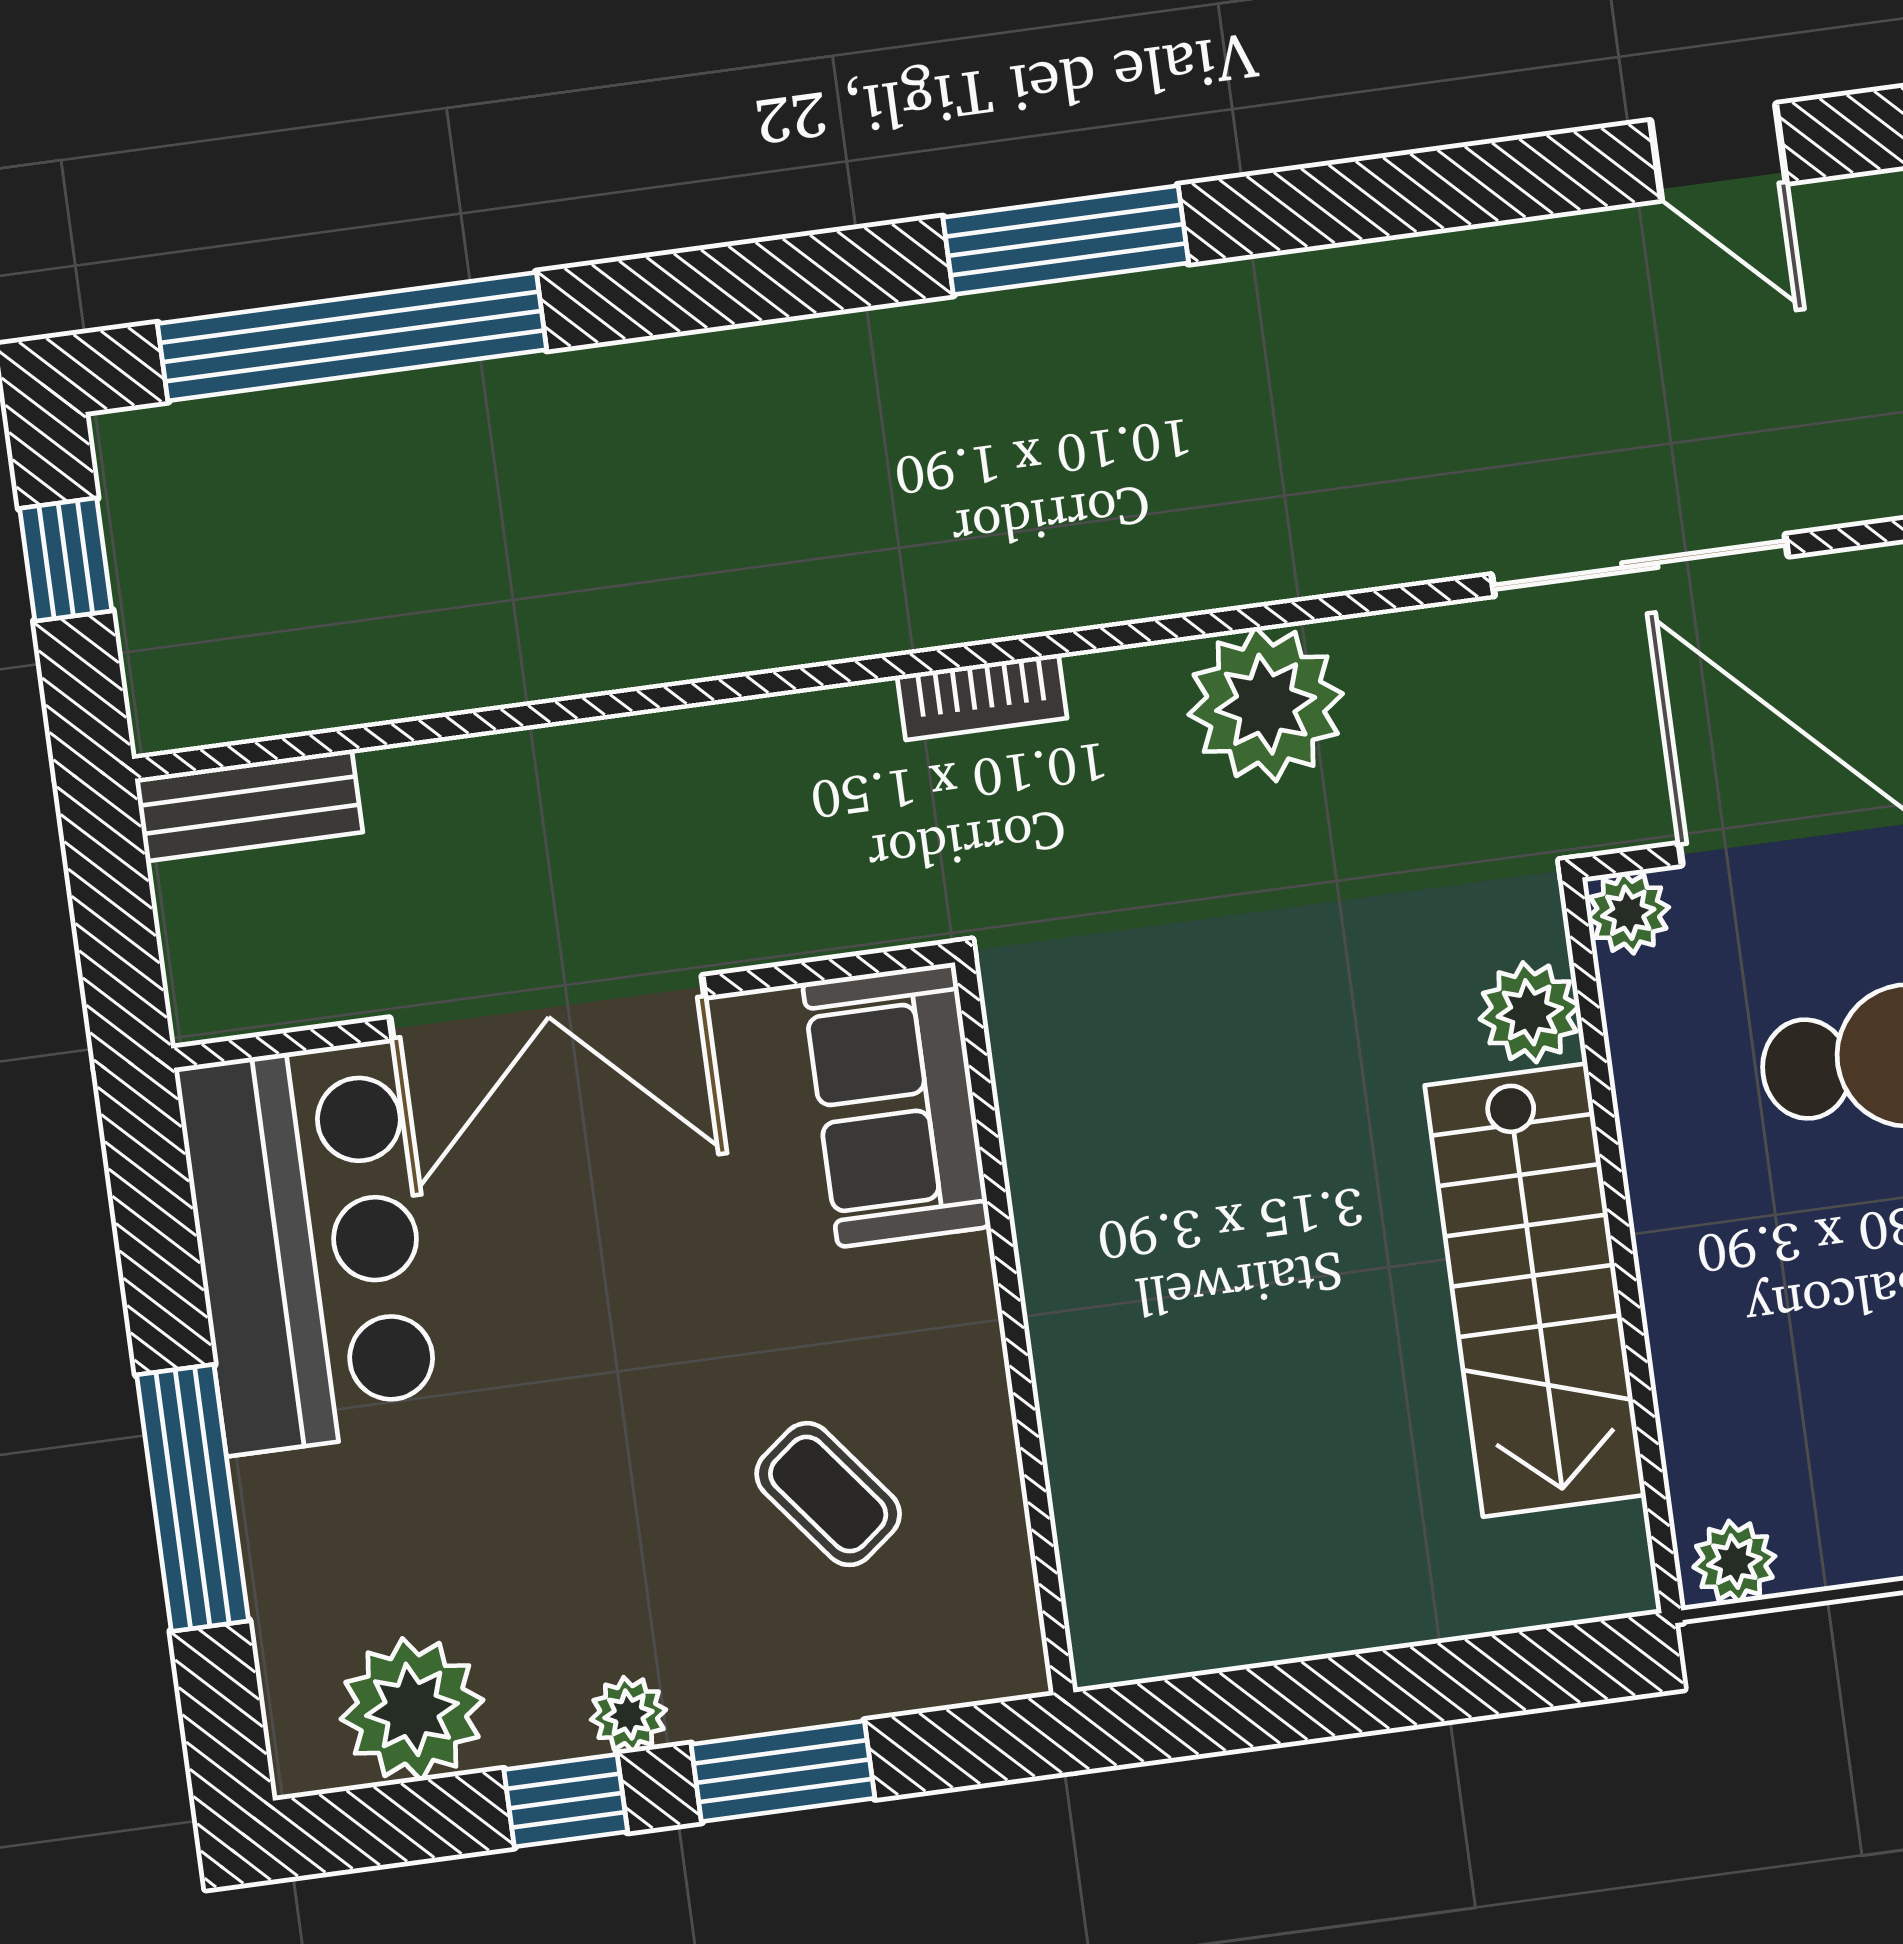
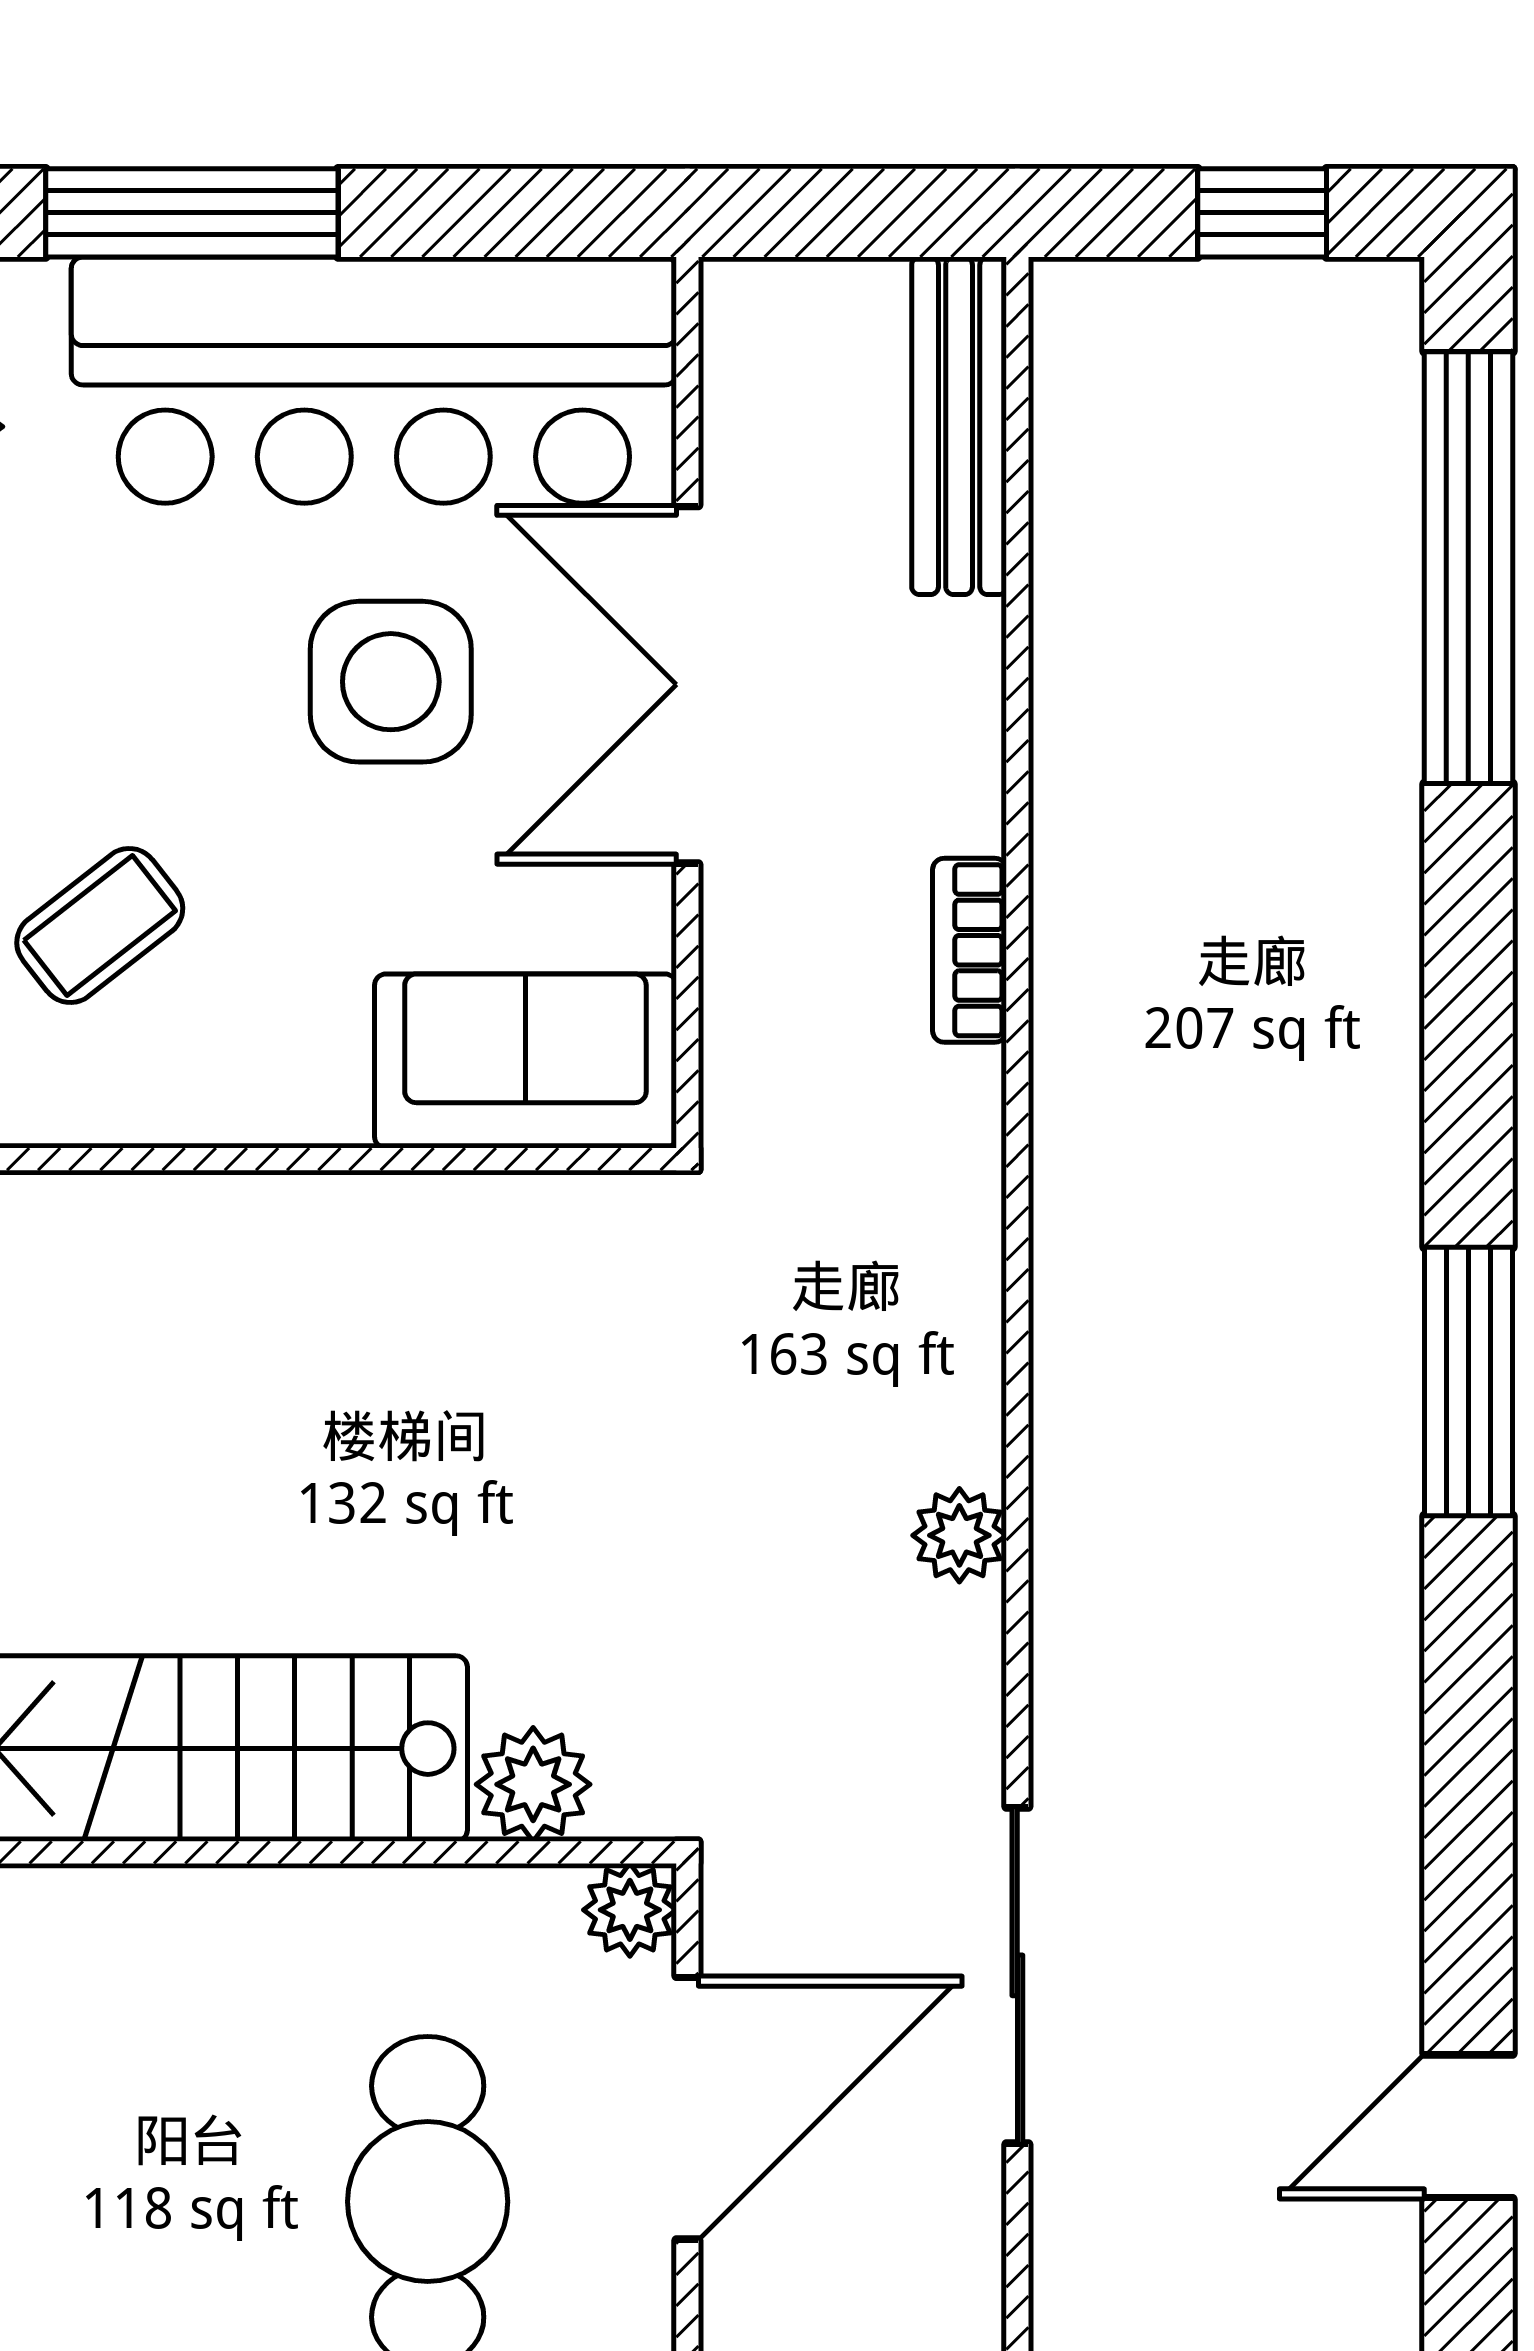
bookcase: (982, 697) -> (970, 950), moved
plant: (1266, 704) -> (959, 1535), width x0.53, depth x0.53
bench: (249, 805) -> (959, 426), width x1.36
bar counter: (308, 1248) -> (374, 380), width x1.36
side table: (580, 1268) -> (391, 682), added

